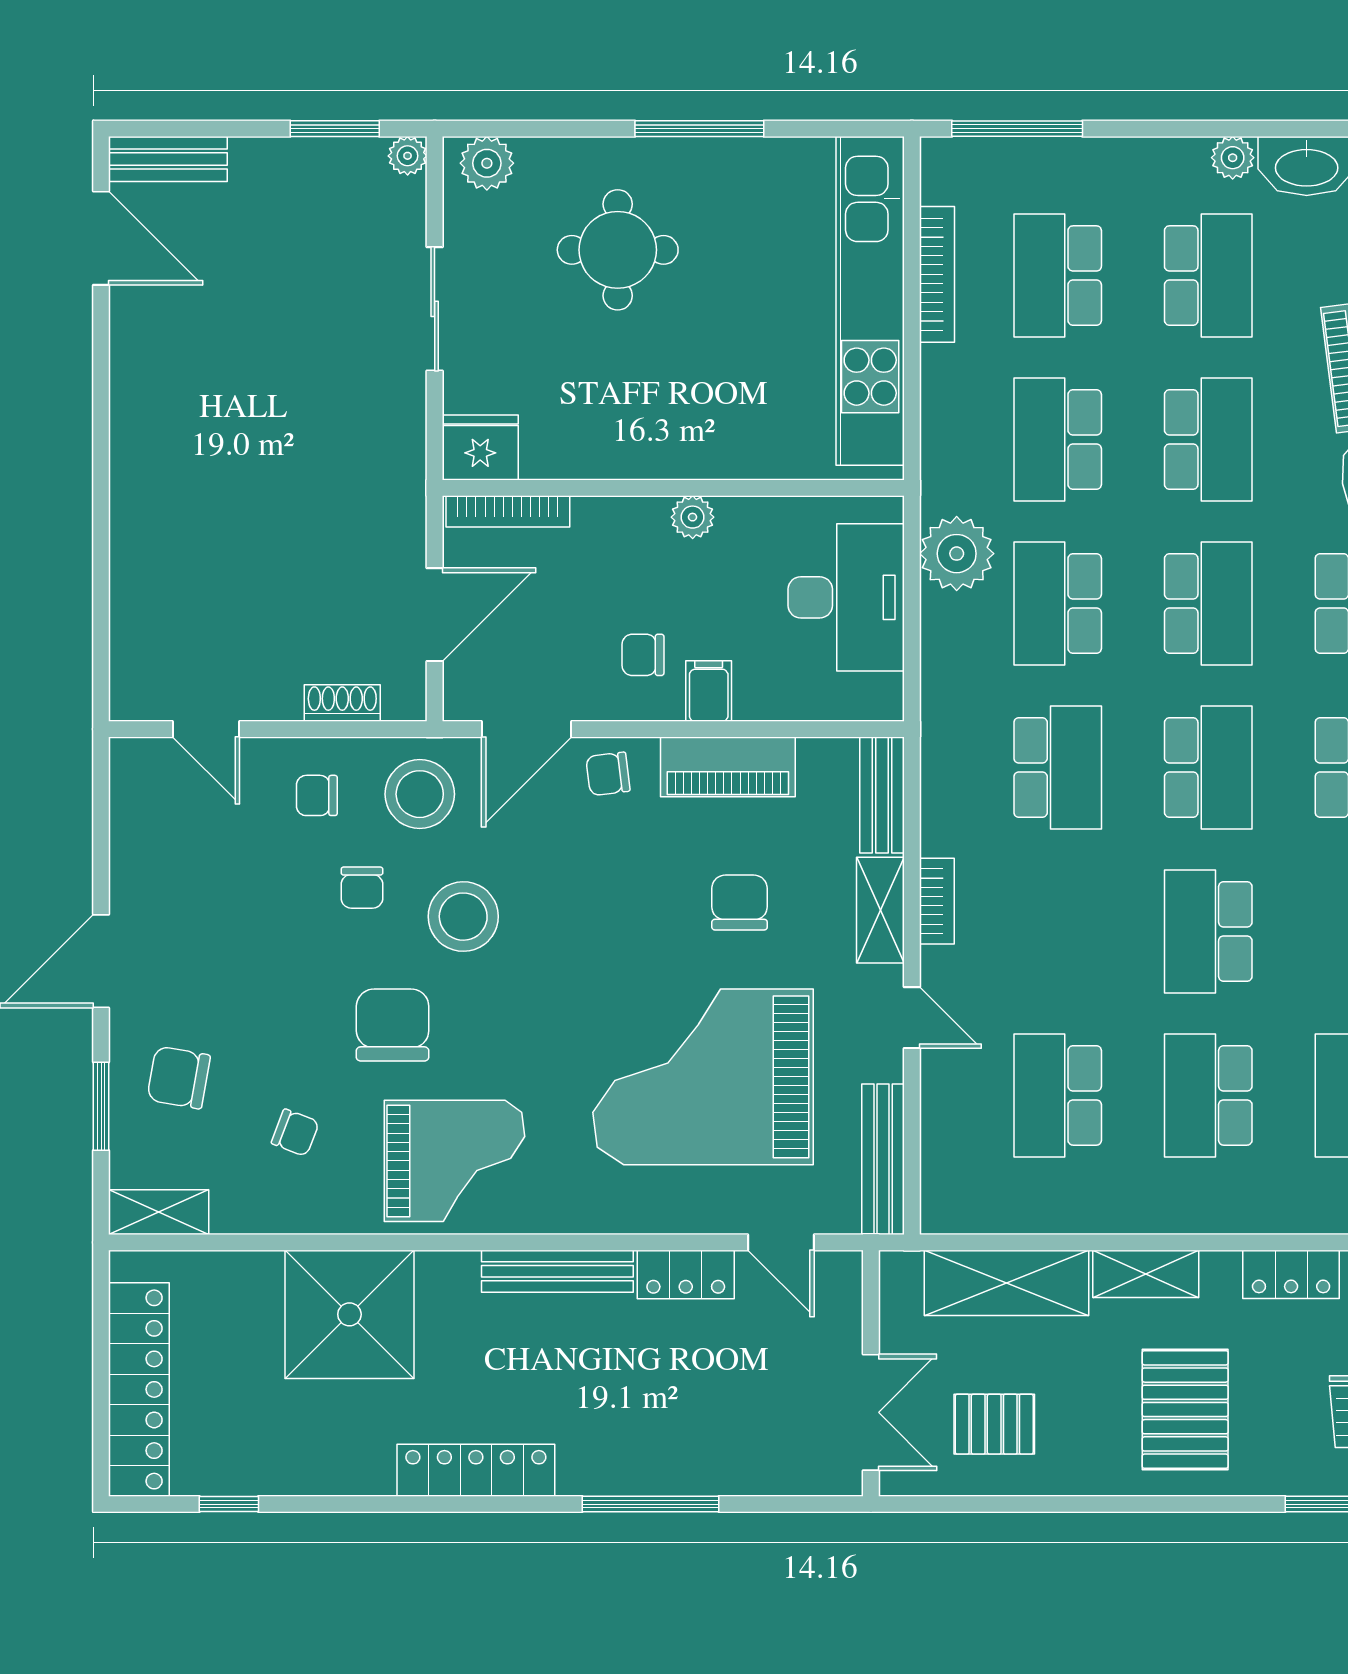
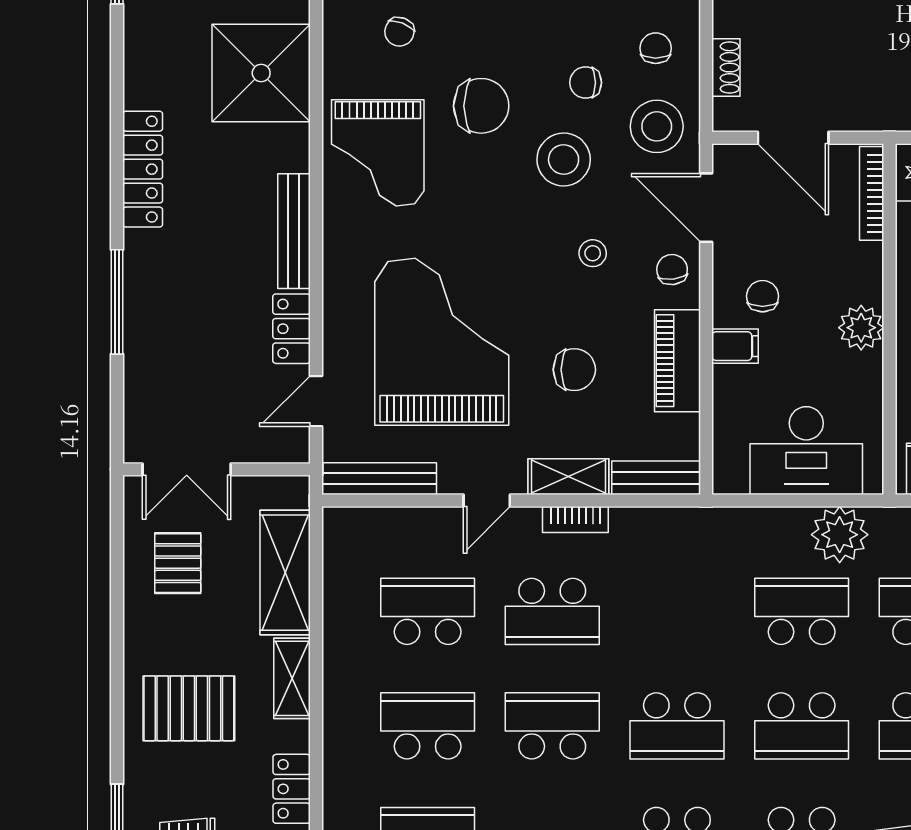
plant: (693, 517) -> (861, 328), width x1.38, depth x1.38
school desk: (1058, 767) -> (552, 611), moved
stool: (587, 878) -> (593, 253), added

